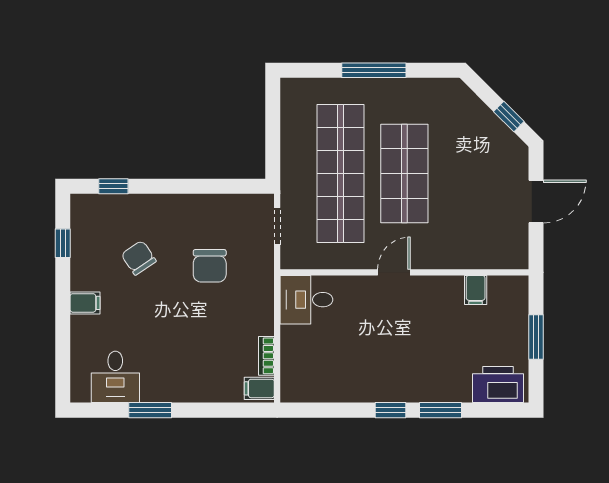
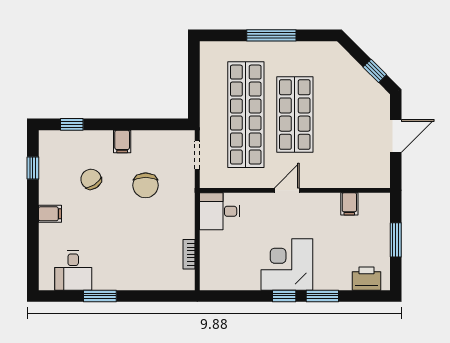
corner desk: (394, 369) -> (287, 265), added
printer: (498, 385) -> (367, 279), width x0.73, depth x0.84
filing cabinet: (259, 388) -> (122, 141), moved, turned -90

